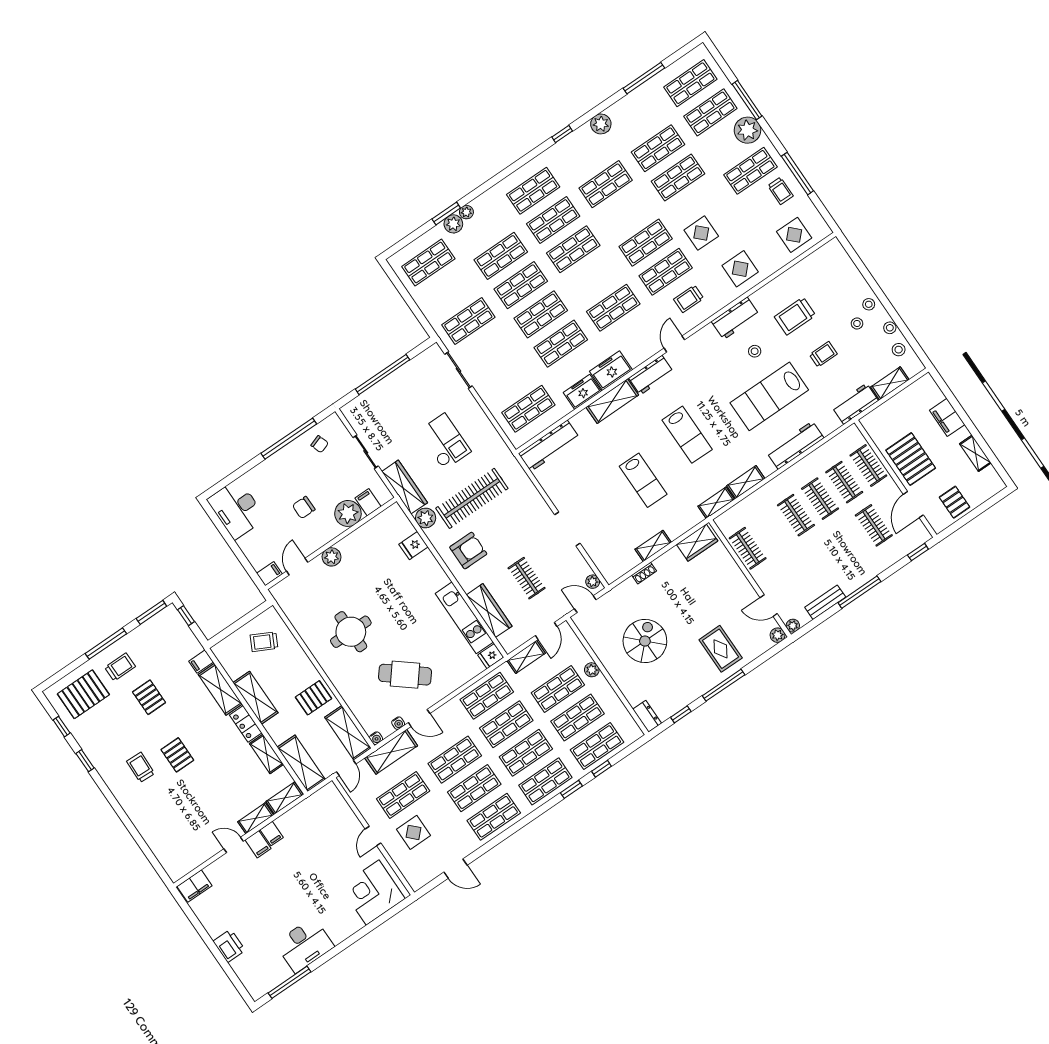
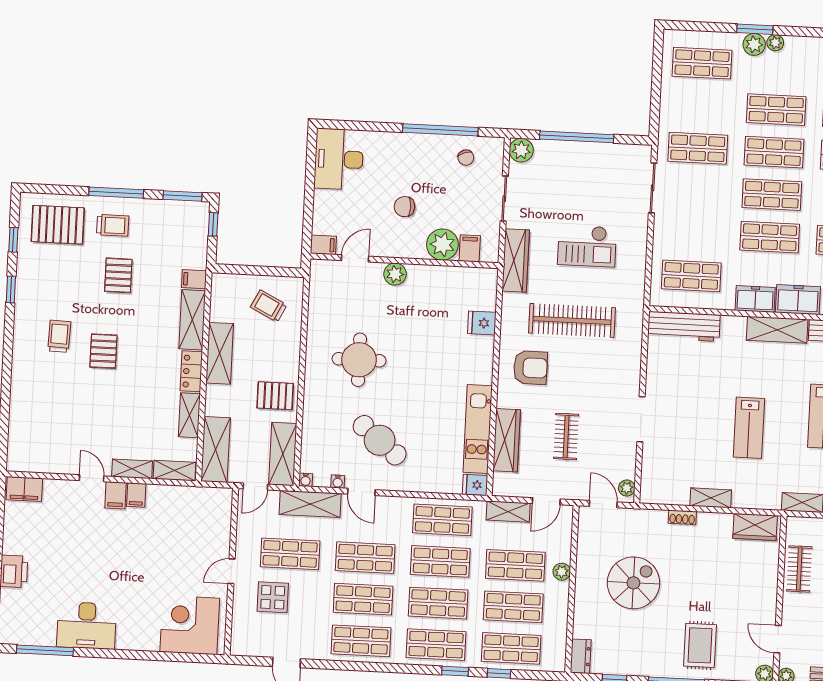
checkout: (444, 442) -> (587, 246), turned 90
plant: (426, 518) -> (521, 150), moved

